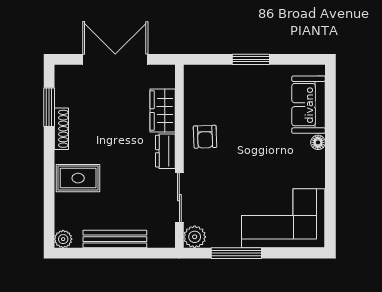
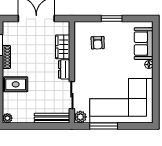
armchair: (205, 137) -> (98, 43), moved
corner sofa: (283, 218) -> (121, 101), width x1.36, depth x1.36
bench: (115, 239) -> (52, 118), moved

